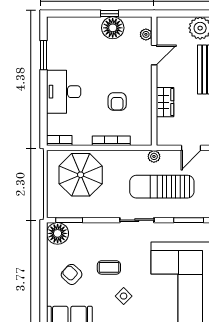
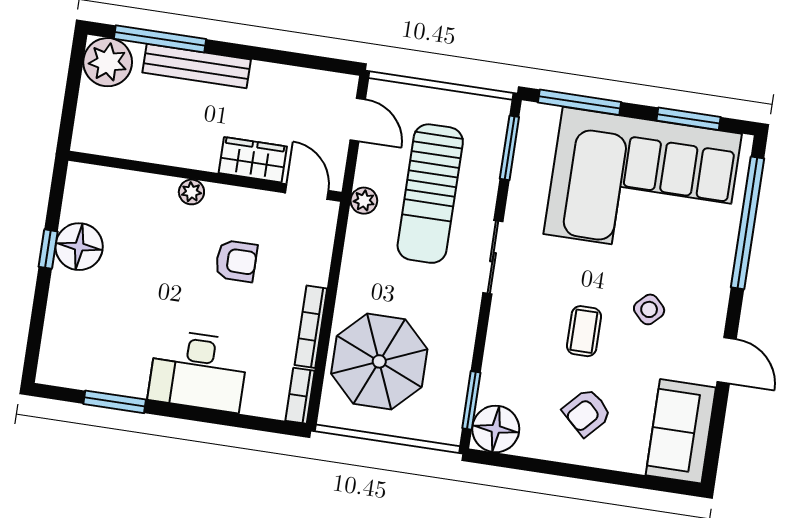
plant: (146, 34) -> (191, 192), moved
door: (154, 55) -> (307, 192), moved
bookcase: (111, 141) -> (311, 327), moved

